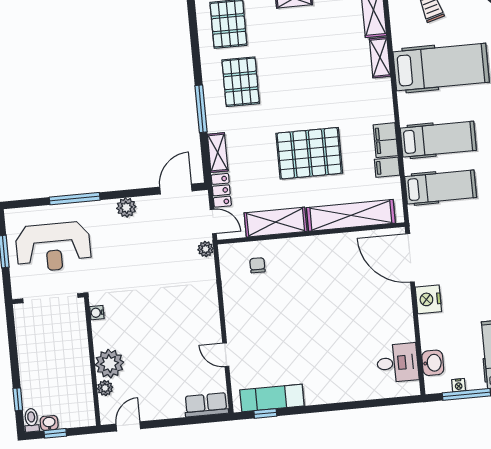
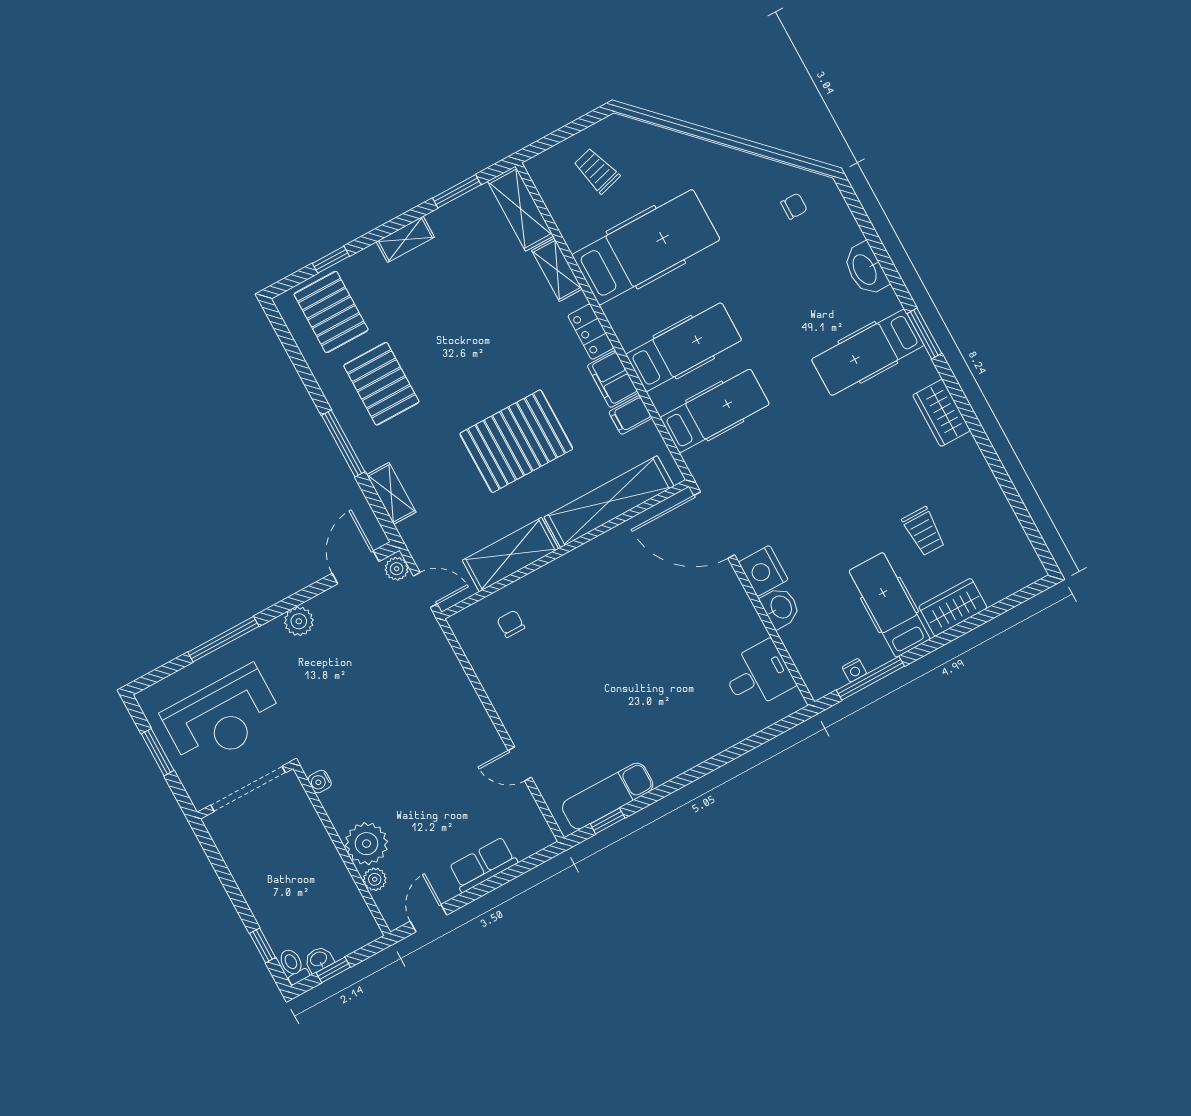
locker: (221, 190) -> (591, 332), moved, turned 180
plant: (206, 249) -> (397, 569), moved
washbasin: (433, 363) -> (780, 607), moved
row of seats: (206, 405) -> (483, 865), moved

